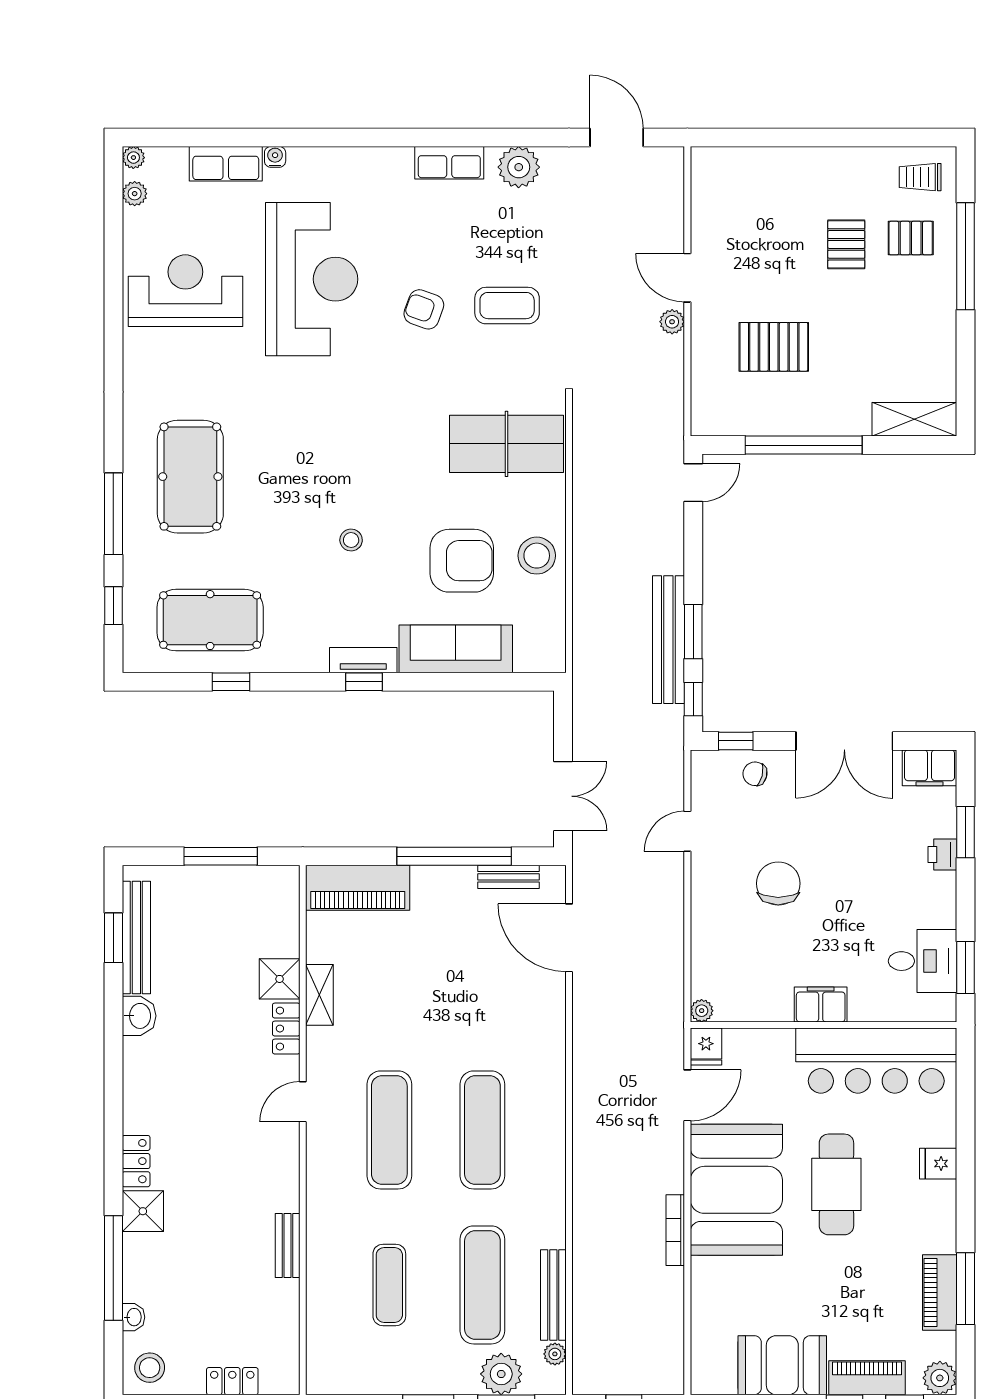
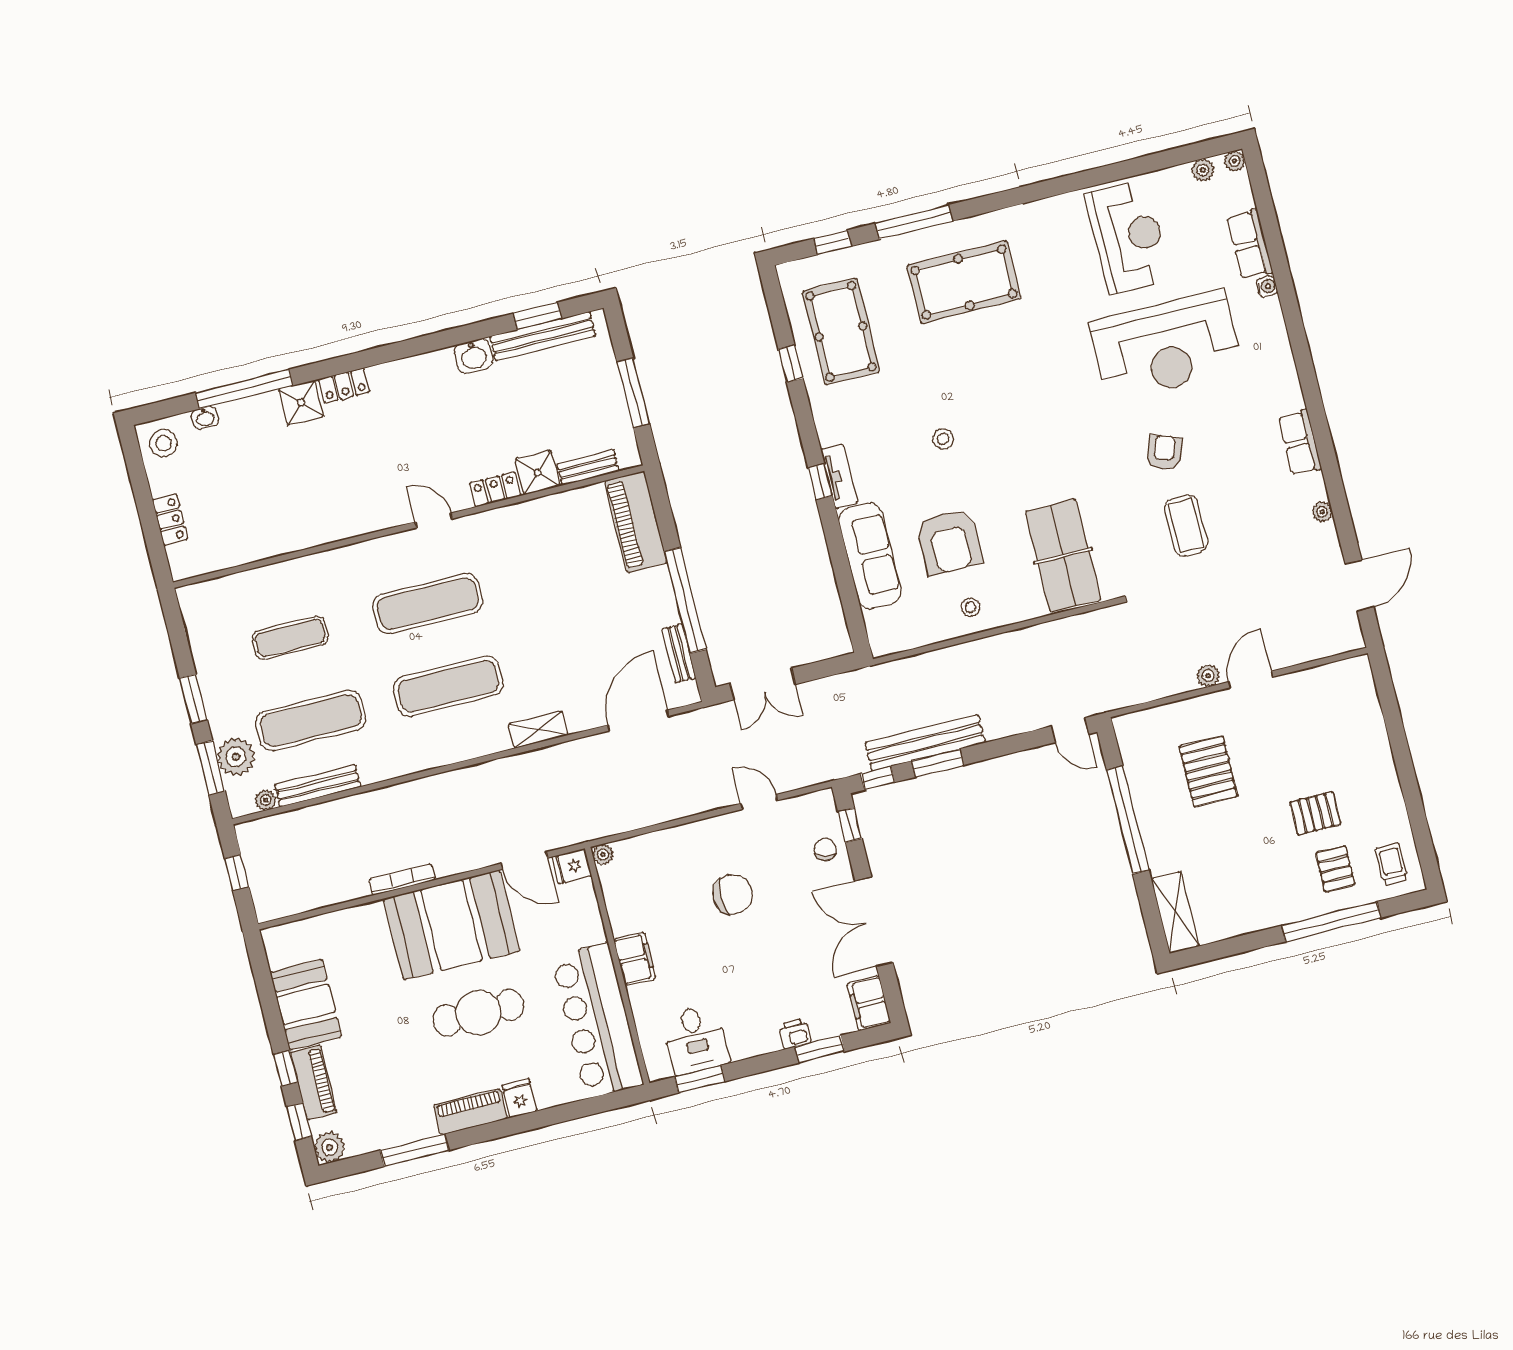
plant: (519, 167) -> (1322, 512), width x0.53, depth x0.53
stool: (537, 556) -> (971, 607), width x0.53, depth x0.53
shelving: (319, 995) -> (538, 730), moved
bench: (288, 1246) -> (588, 468), moved
piano: (940, 1292) -> (470, 1112), moved

